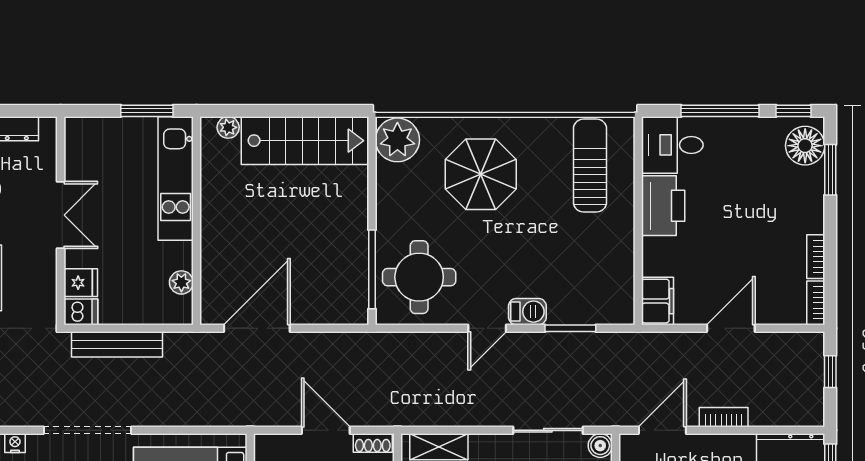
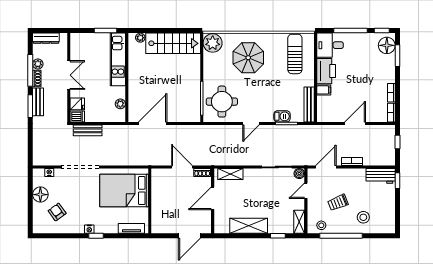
bench: (623, 284) -> (309, 104), added
filing cabinet: (658, 301) -> (324, 90), moved, width x0.50
barbecue: (527, 312) -> (282, 116), moved
bench: (117, 344) -> (88, 130), width x0.73

